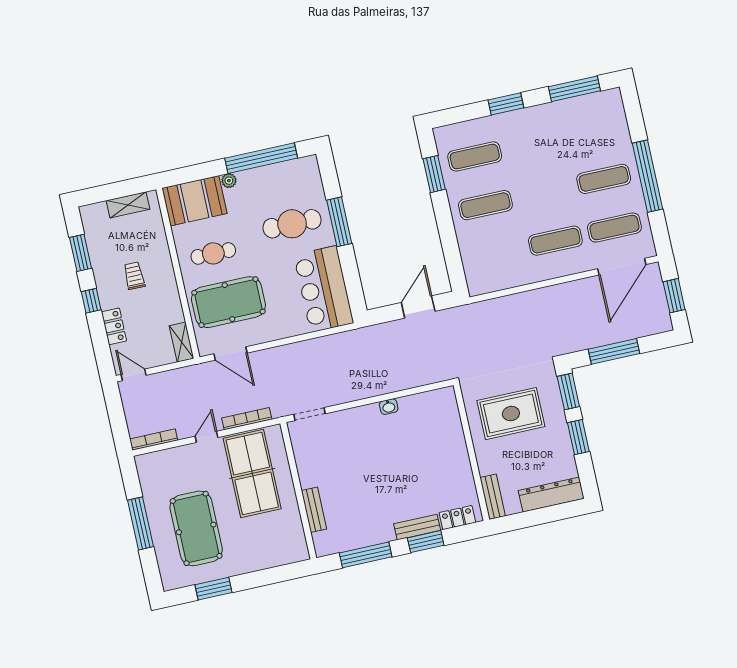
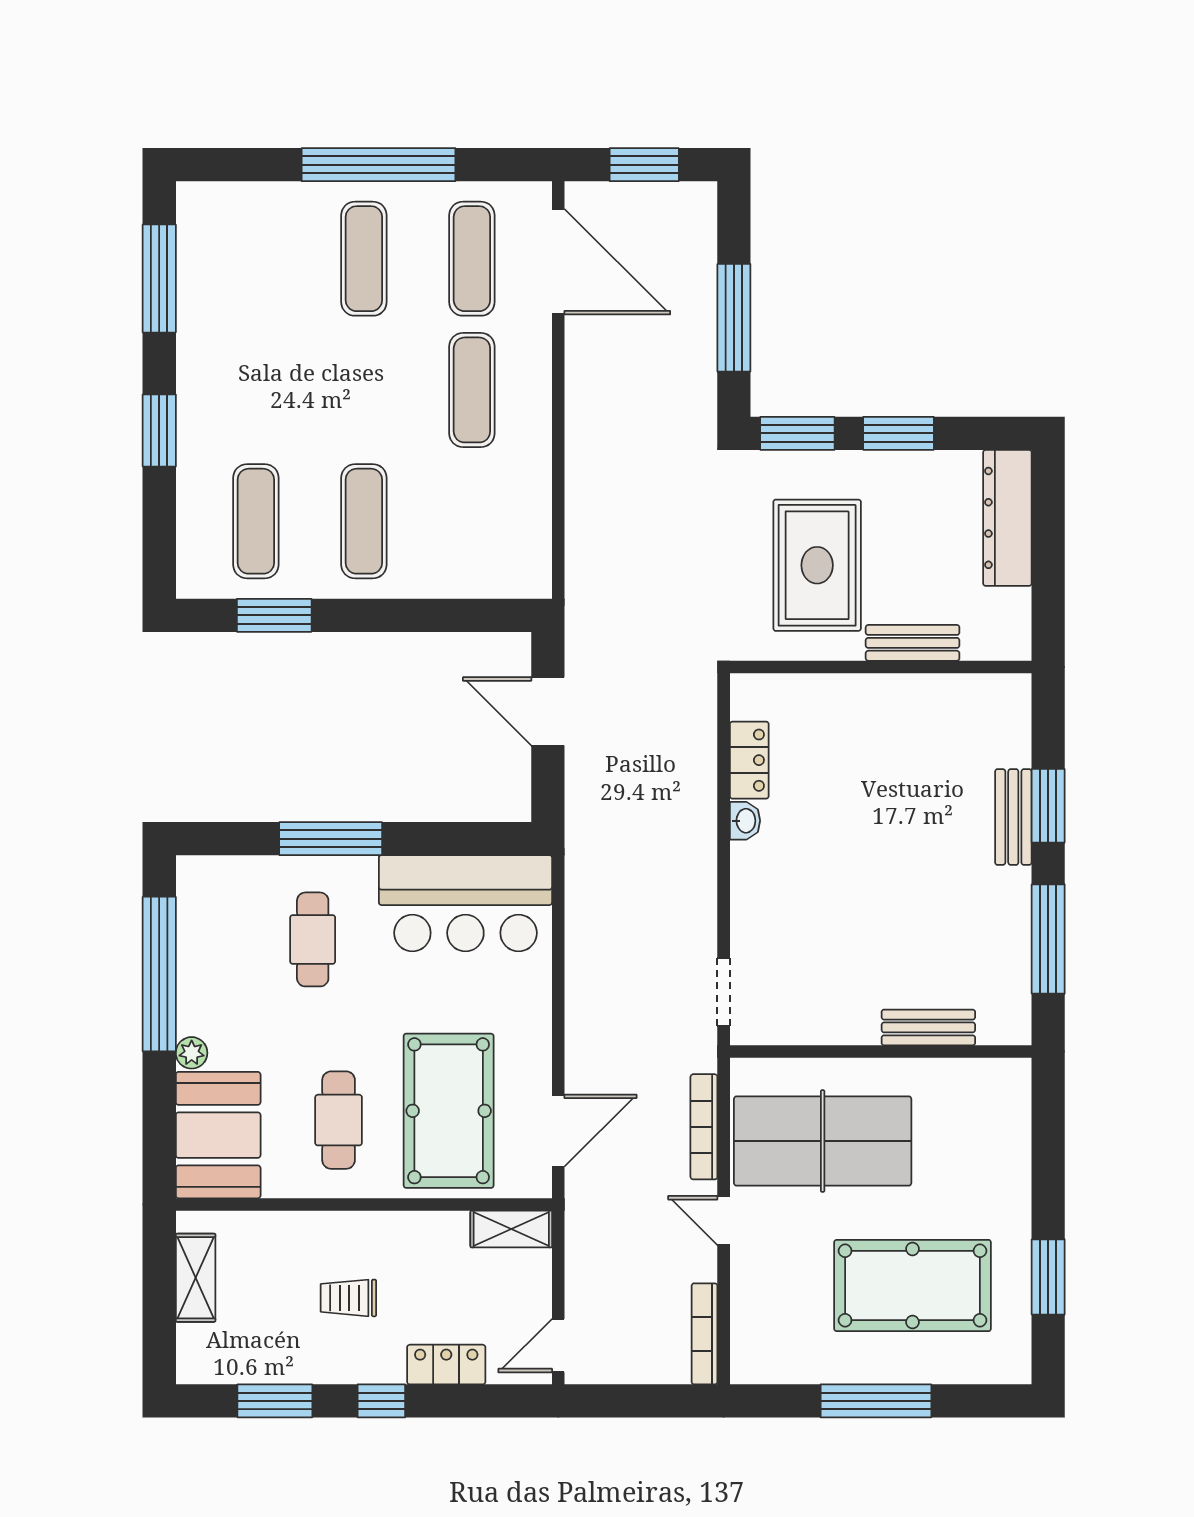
cafe table: (292, 224) -> (313, 939), width x0.73, depth x0.74
bench: (493, 497) -> (913, 643), moved
locker: (457, 518) -> (749, 760), moved, turned 180

